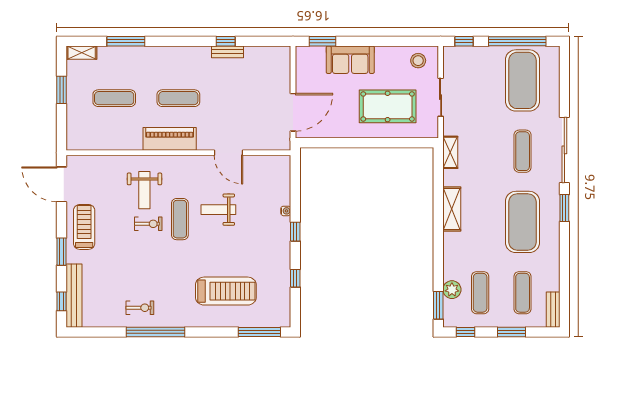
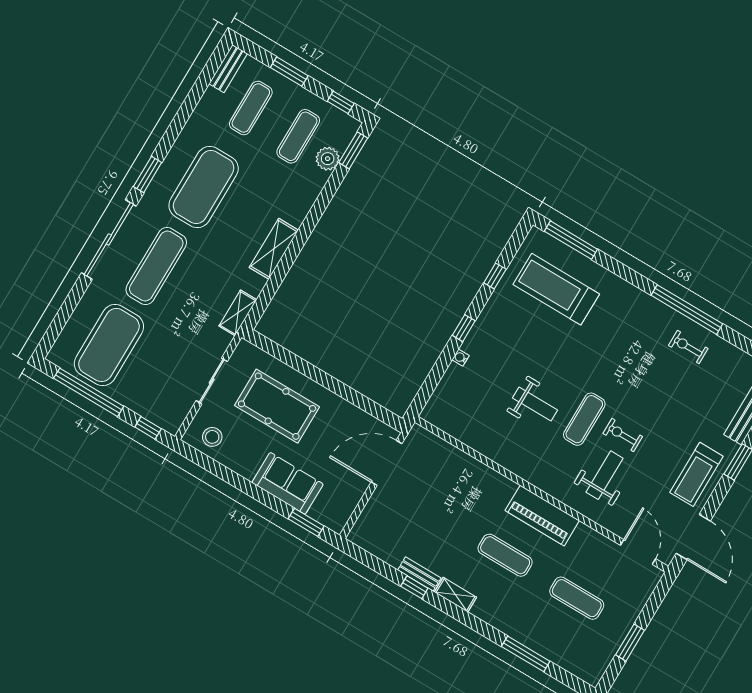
shelving: (82, 53) -> (455, 595), moved
exercise mat: (523, 151) -> (156, 266), width x1.36, depth x1.45
door: (228, 153) -> (638, 552), moved
treadmill: (226, 291) -> (556, 289), moved

